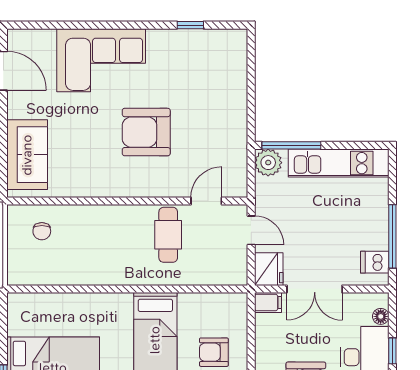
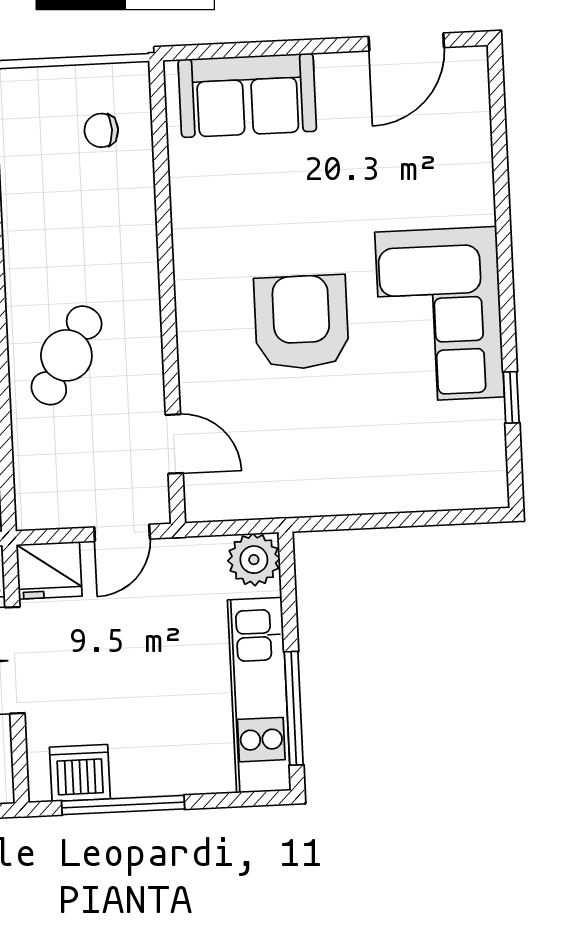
corner sofa: (101, 60) -> (440, 315), moved
window: (291, 145) -> (294, 708), moved
cafe table: (168, 235) -> (66, 355), moved, turned -59
dishwasher: (375, 262) -> (80, 773), width x1.38

